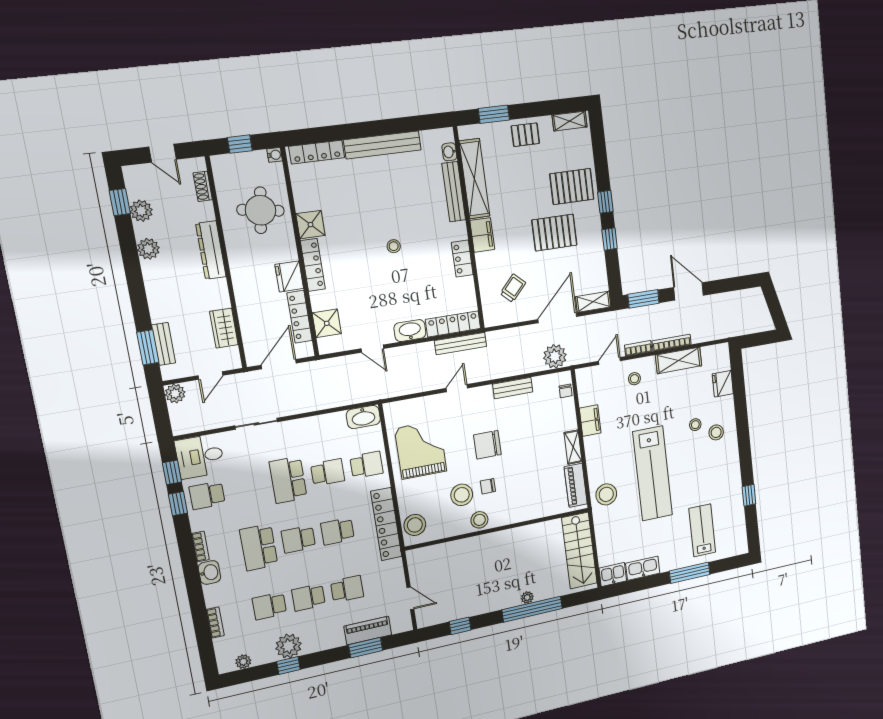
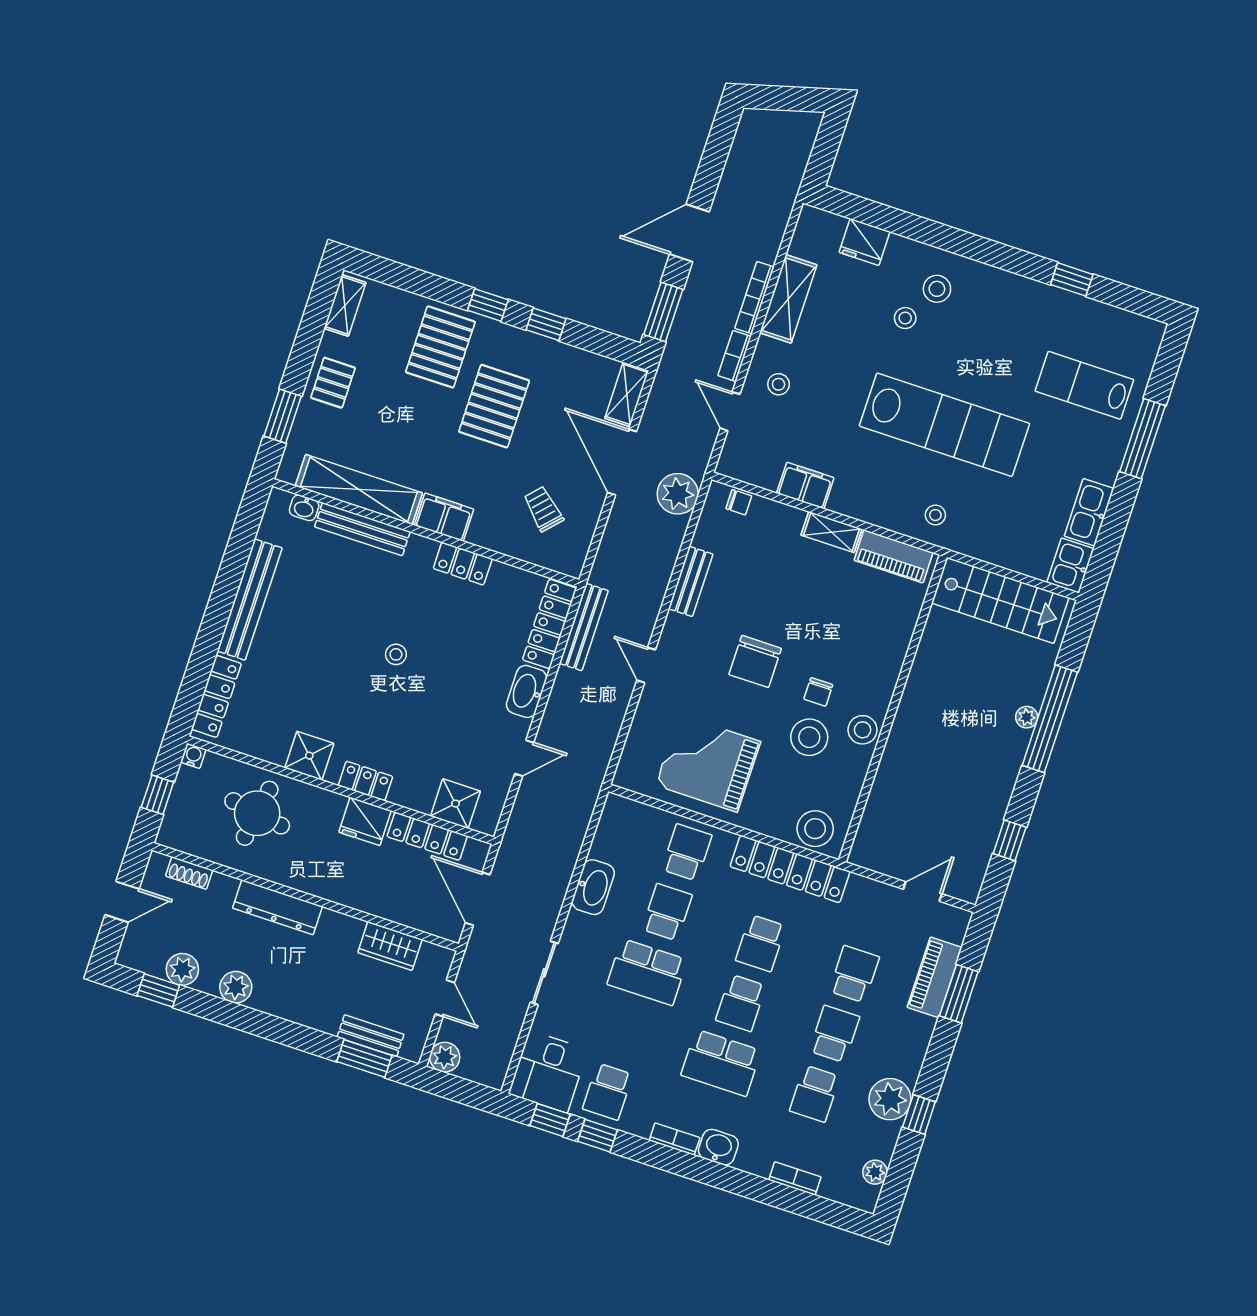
locker: (313, 265) -> (365, 781), width x0.66
washbasin: (363, 417) -> (593, 887), moved
stool: (606, 494) -> (935, 515), width x0.53, depth x0.53
school desk: (309, 597) -> (834, 1034), turned 180

